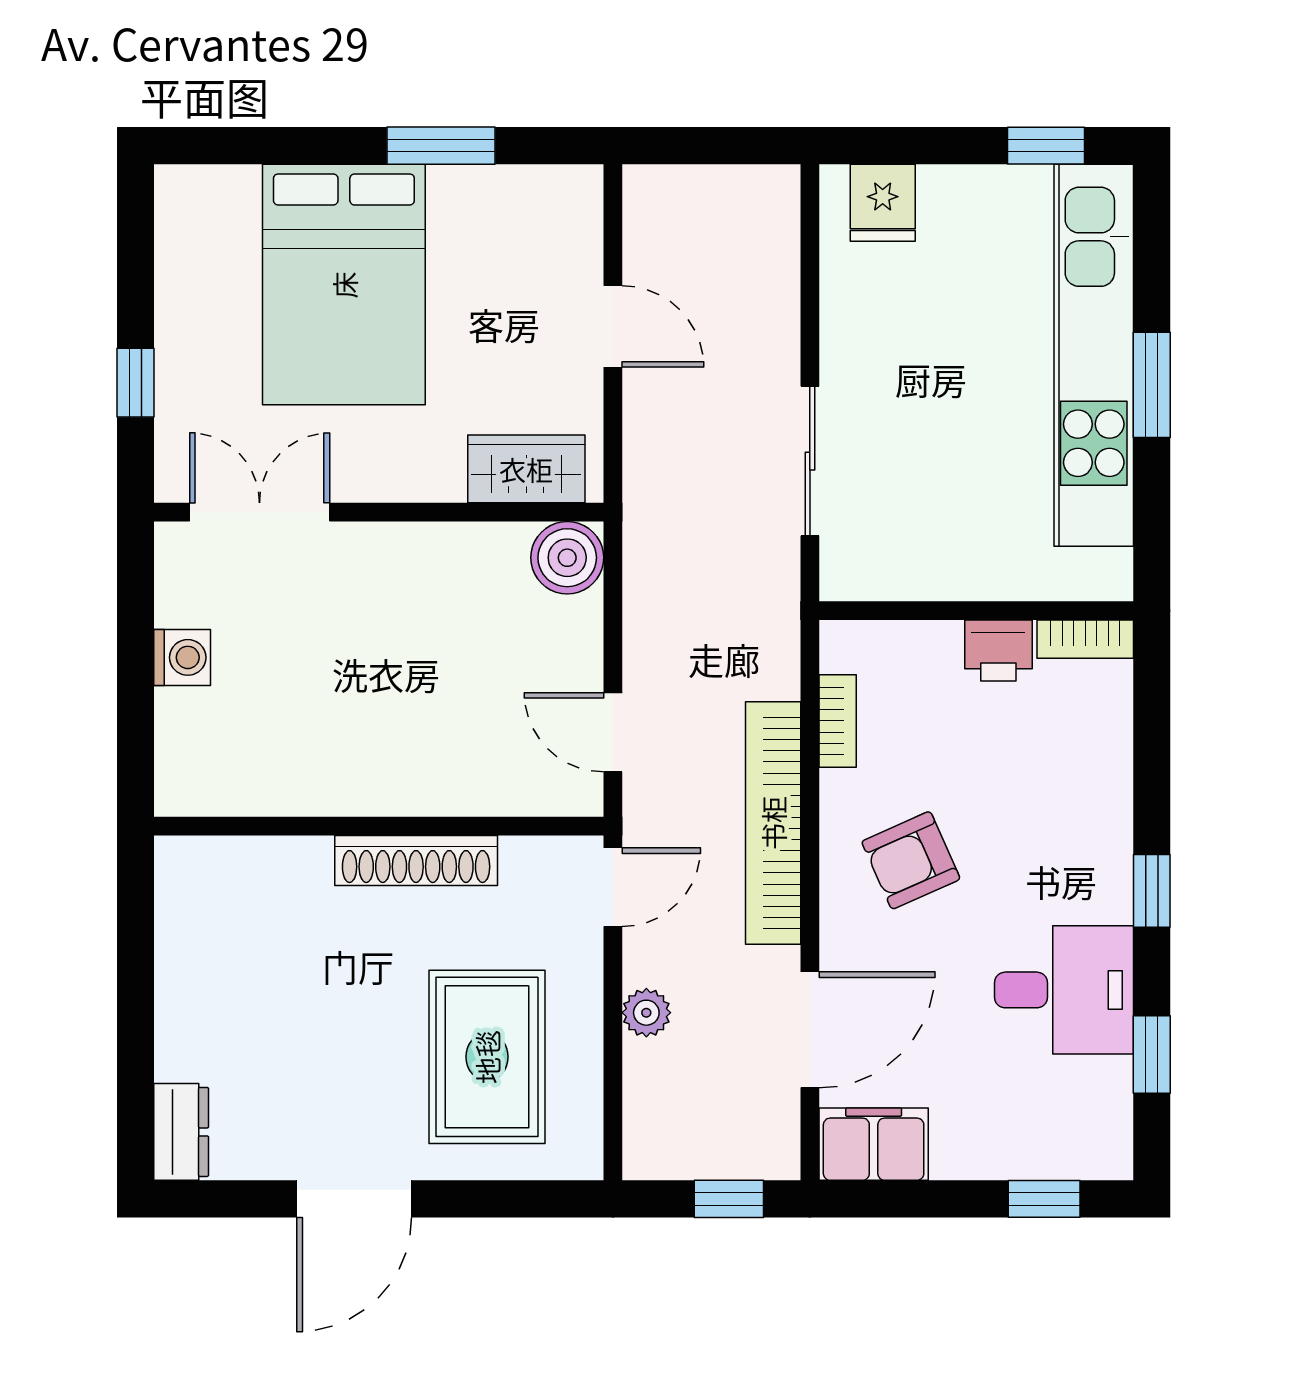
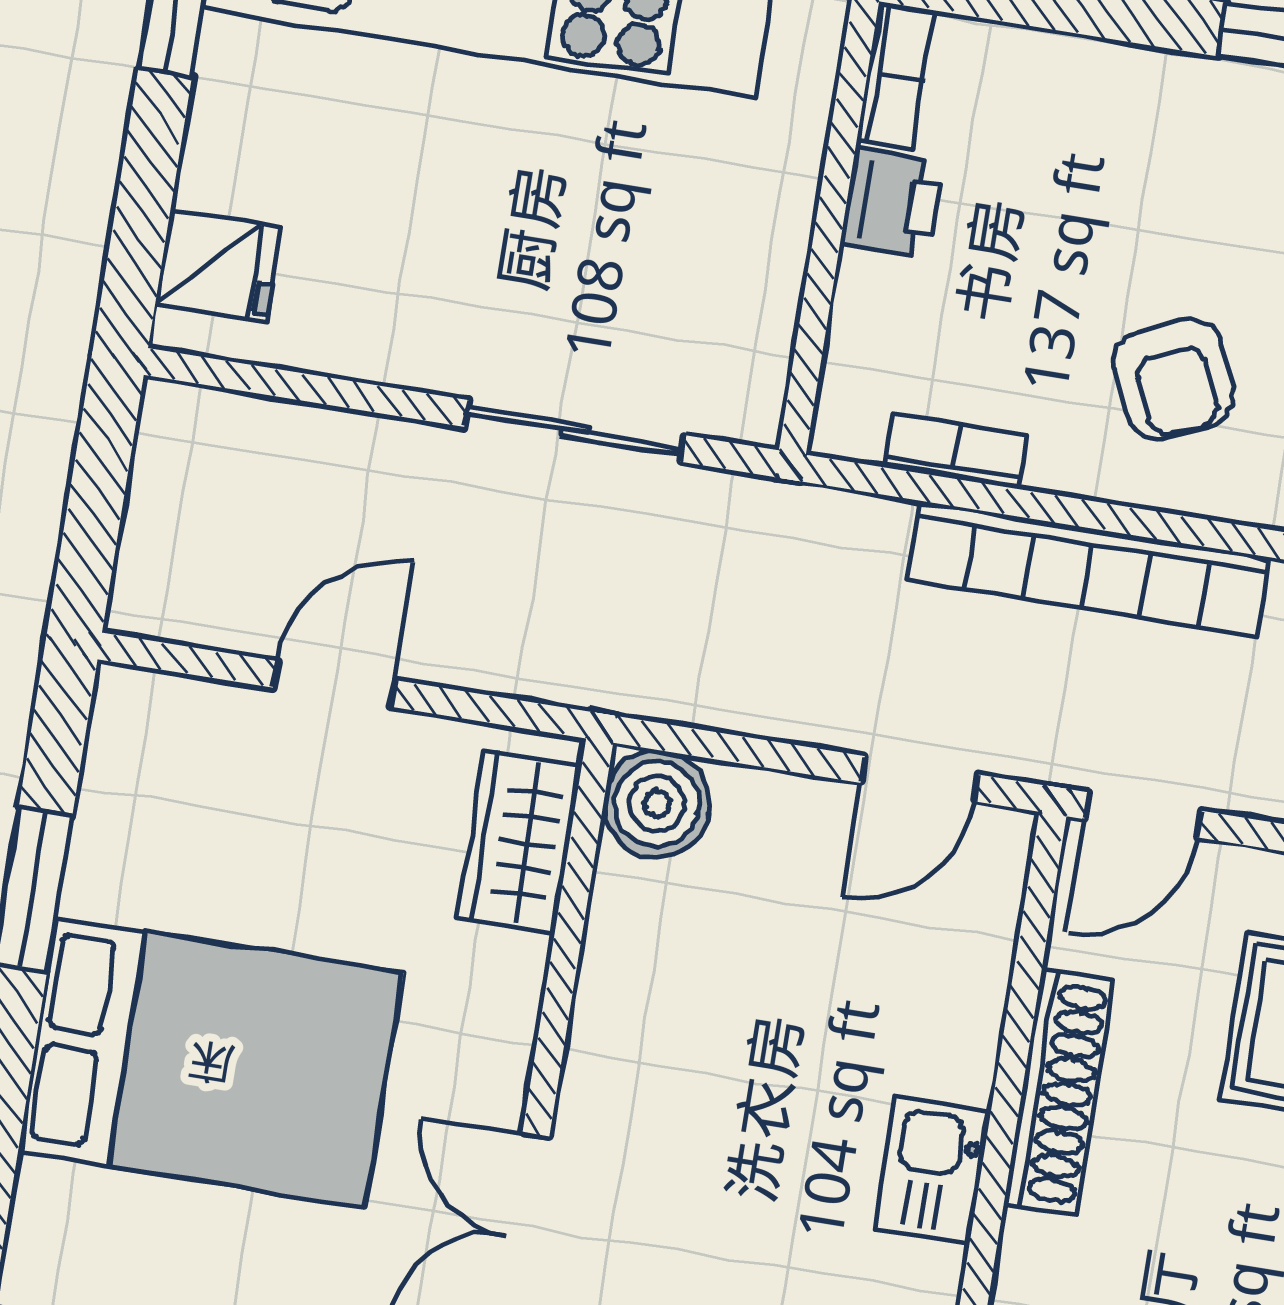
kitchen sink: (350, 784) -> (932, 1170), added
door: (613, 887) -> (1143, 815), swing flipped

